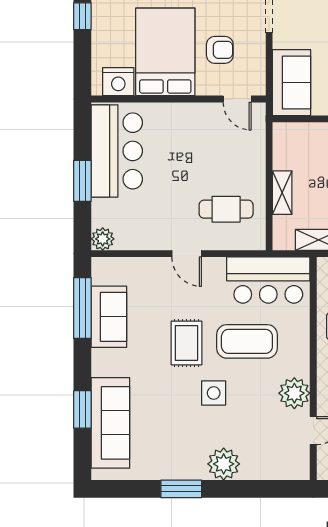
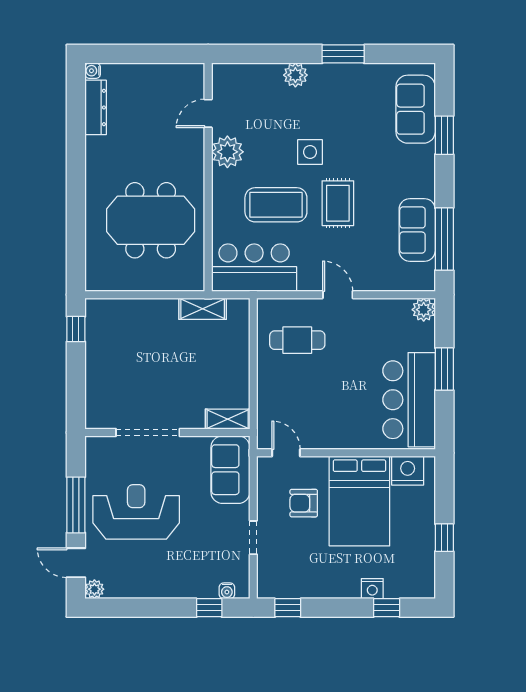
shelving: (282, 193) -> (228, 419), moved, turned 90
sofa: (110, 423) -> (416, 109), width x0.73
plant: (224, 464) -> (295, 75), width x0.73, depth x0.73

